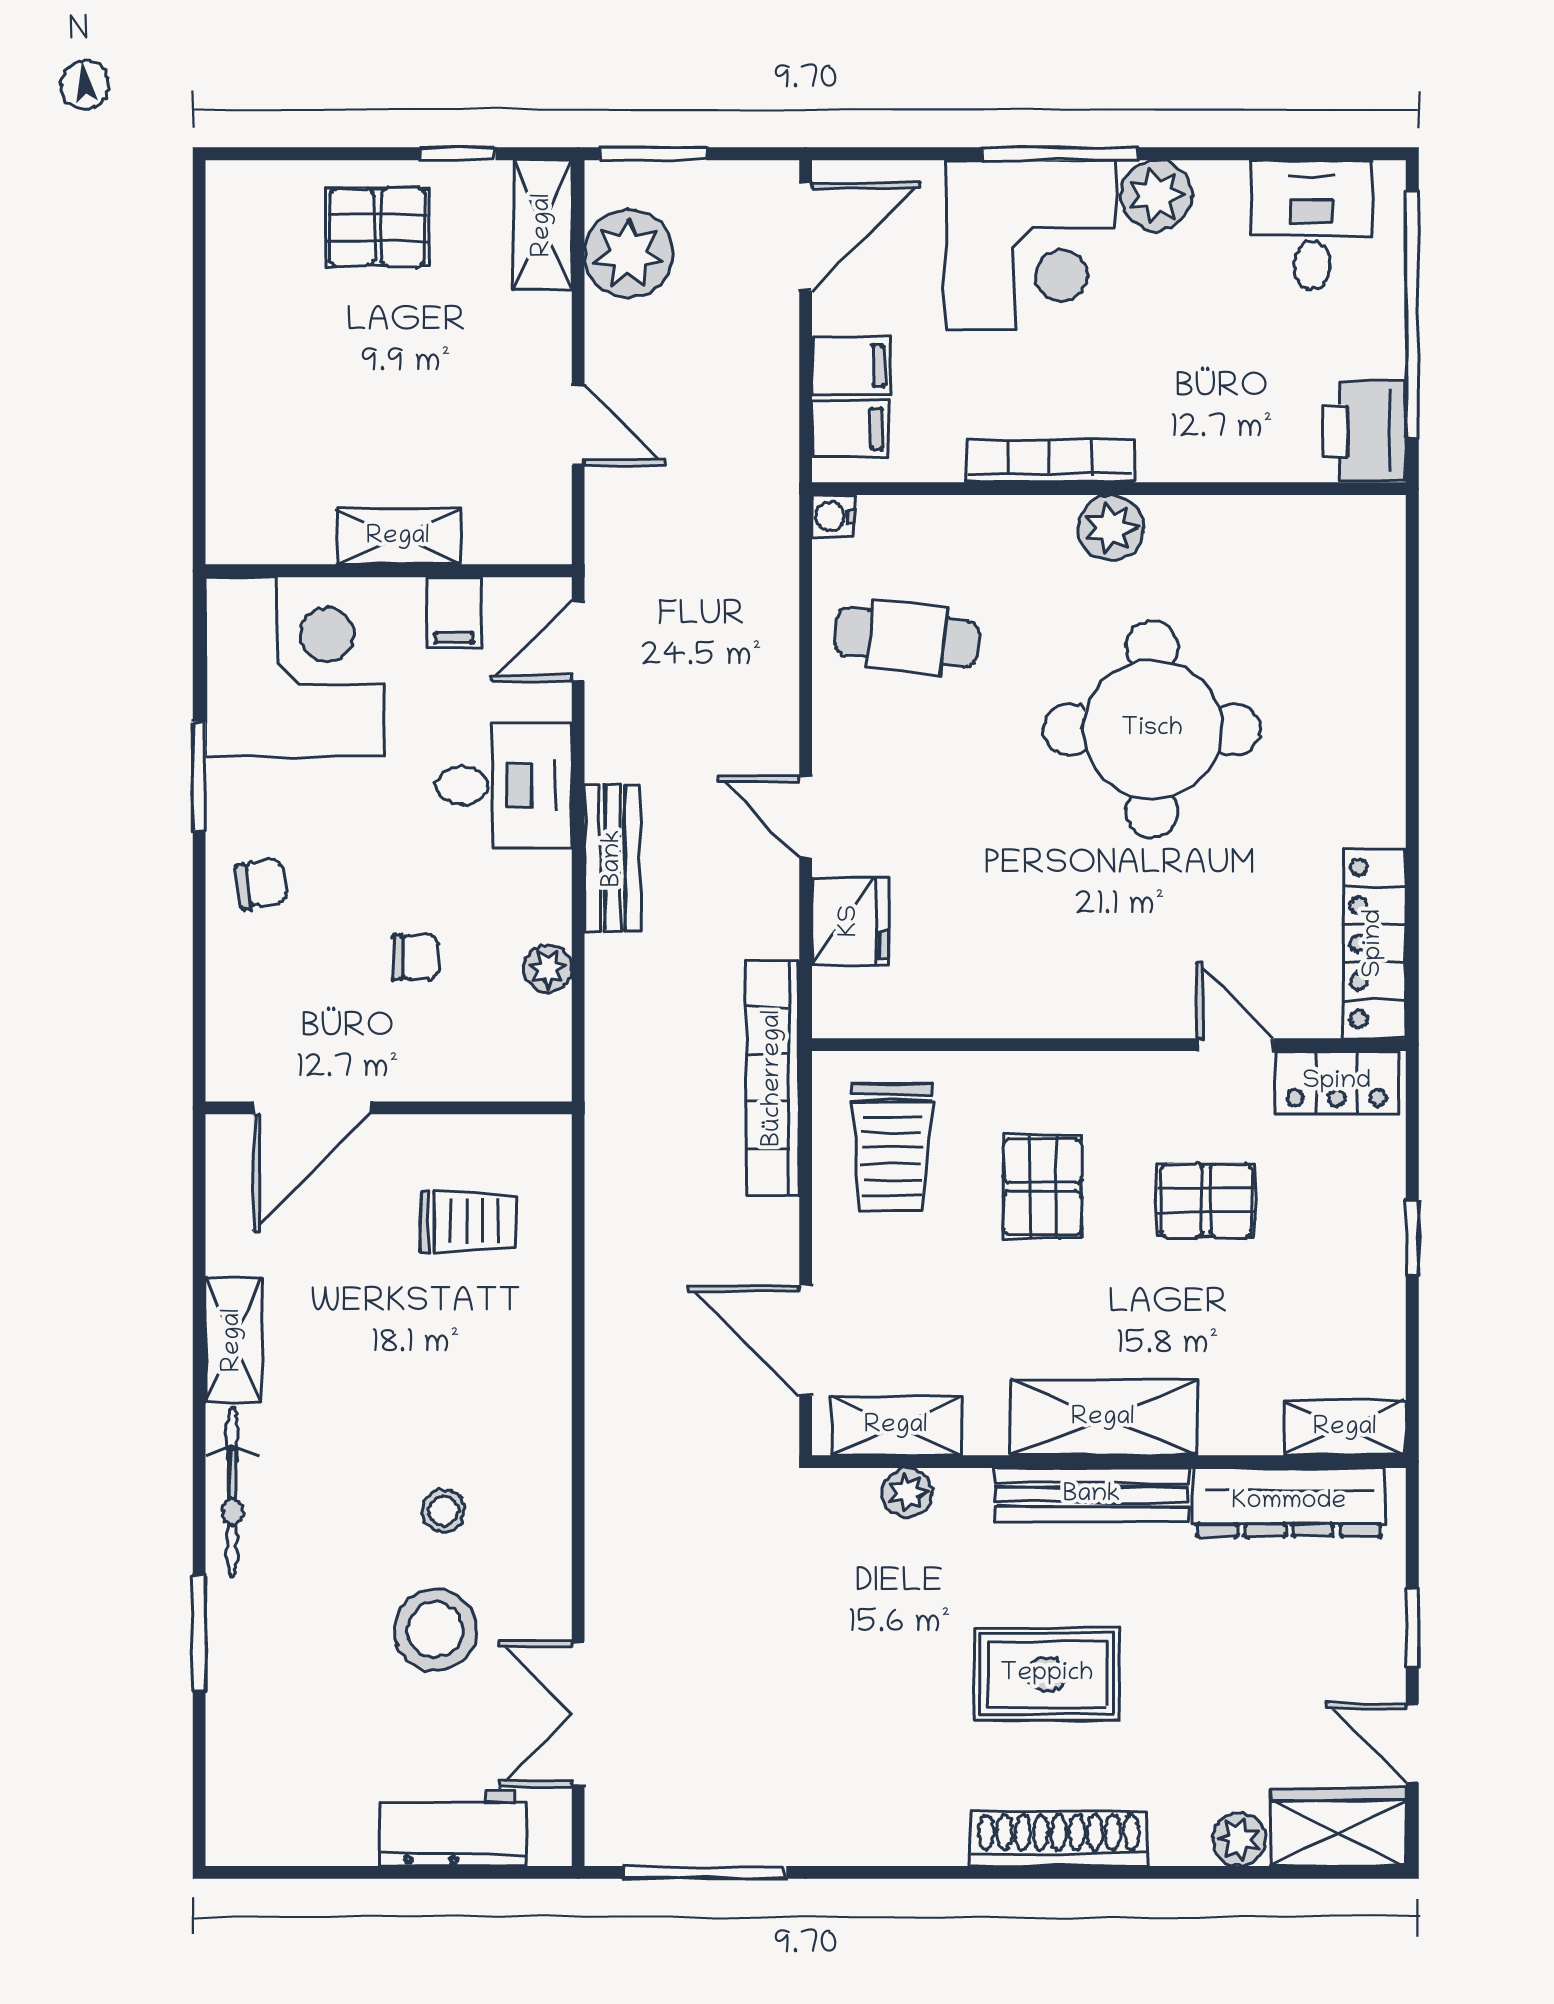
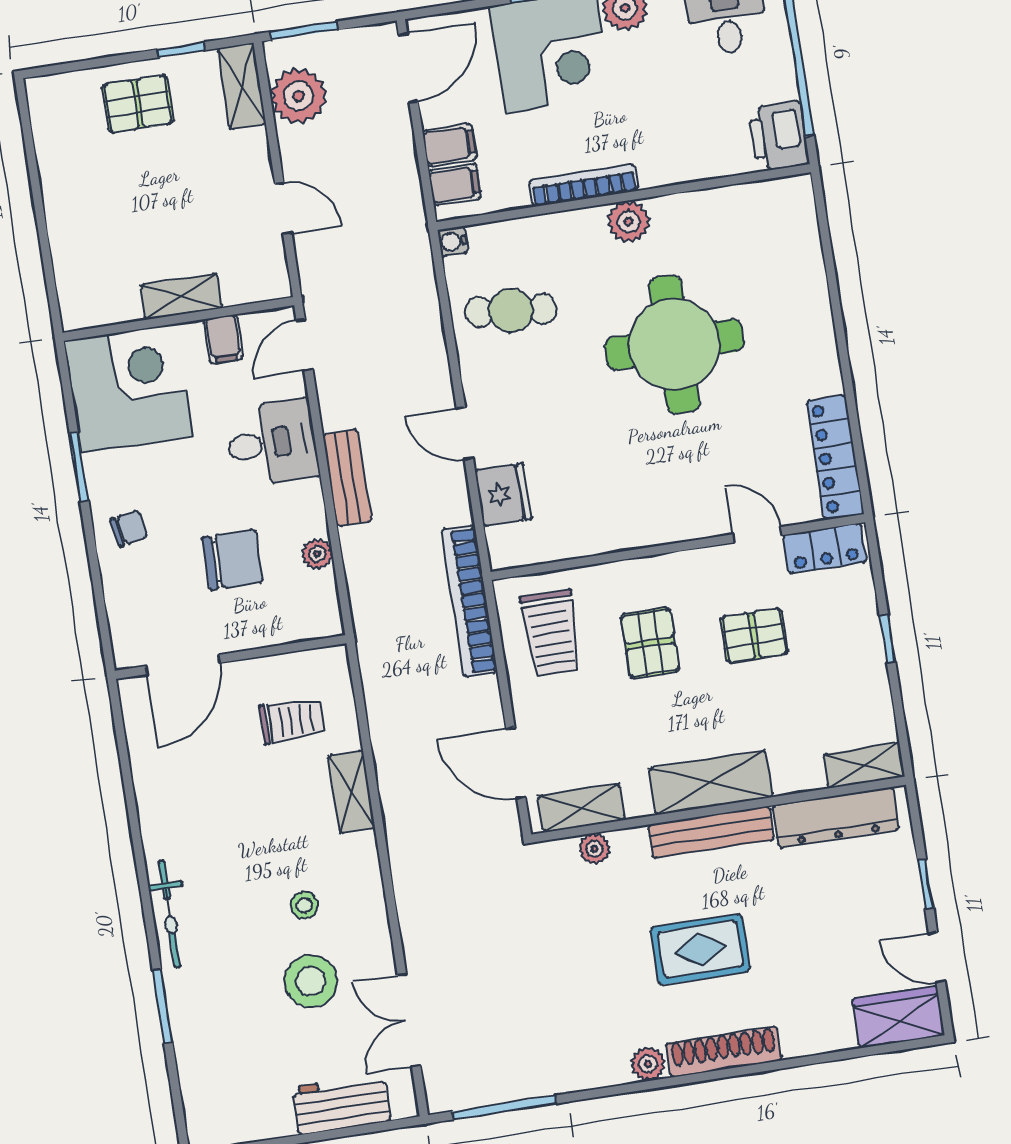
chair: (415, 957) -> (233, 560), width x1.87, depth x1.87
shelving: (233, 1340) -> (352, 792), moved
plant: (1239, 1839) -> (648, 1064), moved

